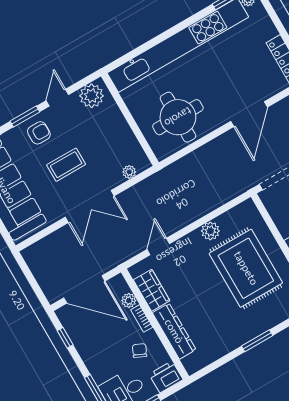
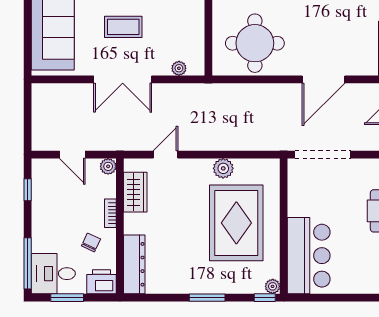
door: (84, 289) -> (72, 155), width x0.53
plant: (129, 301) -> (108, 166), moved
dresser: (174, 331) -> (134, 264), moved

